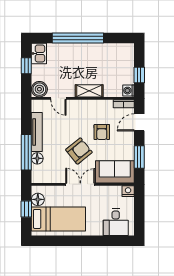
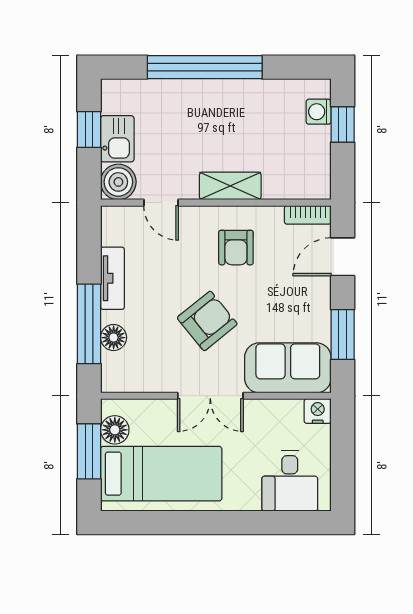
kitchen sink: (39, 53) -> (117, 139), moved
window: (139, 75) -> (343, 124), moved
washing machine: (129, 91) -> (319, 112), moved
tv unit: (37, 132) -> (112, 278), width x0.71
armchair: (102, 132) -> (236, 248), moved
double door: (80, 184) -> (210, 396), swing flipped
window: (26, 209) -> (89, 451), width x1.50

